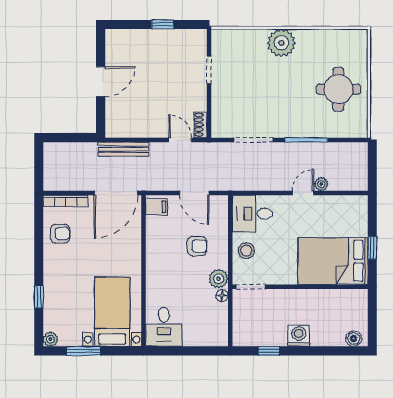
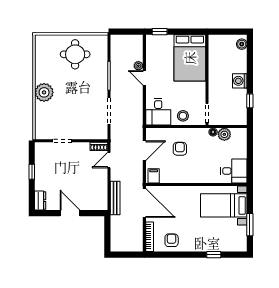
dresser: (119, 37) -> (40, 201), added
window: (372, 248) -> (160, 32), moved
plant: (219, 279) -> (224, 134), moved
plant: (50, 339) -> (242, 247), removed

